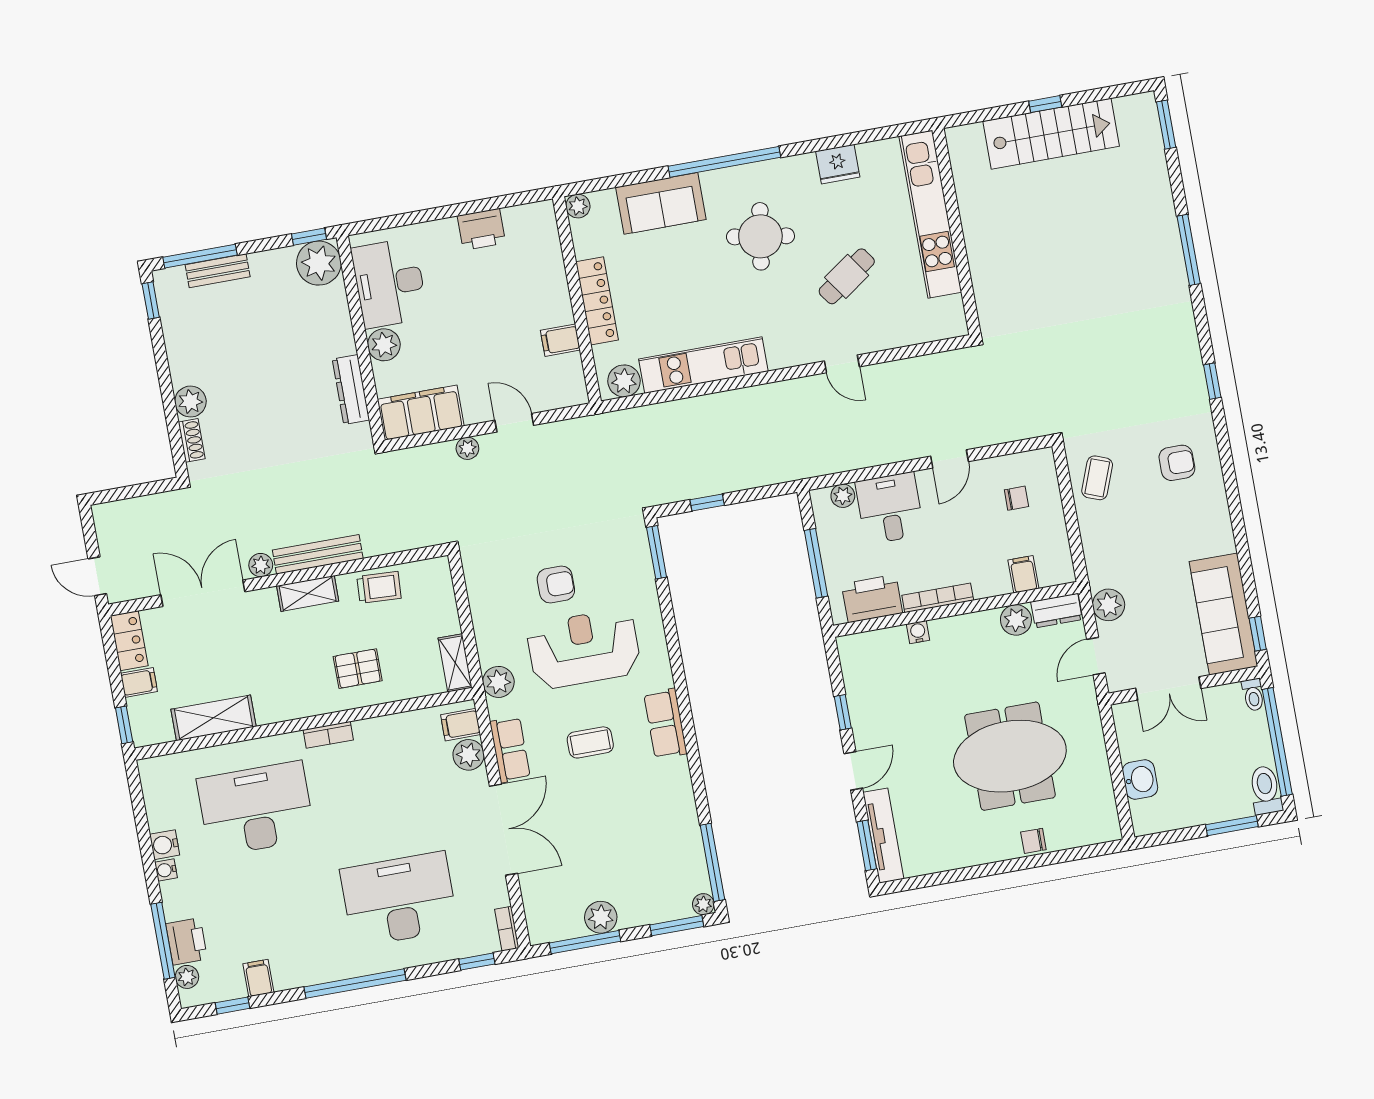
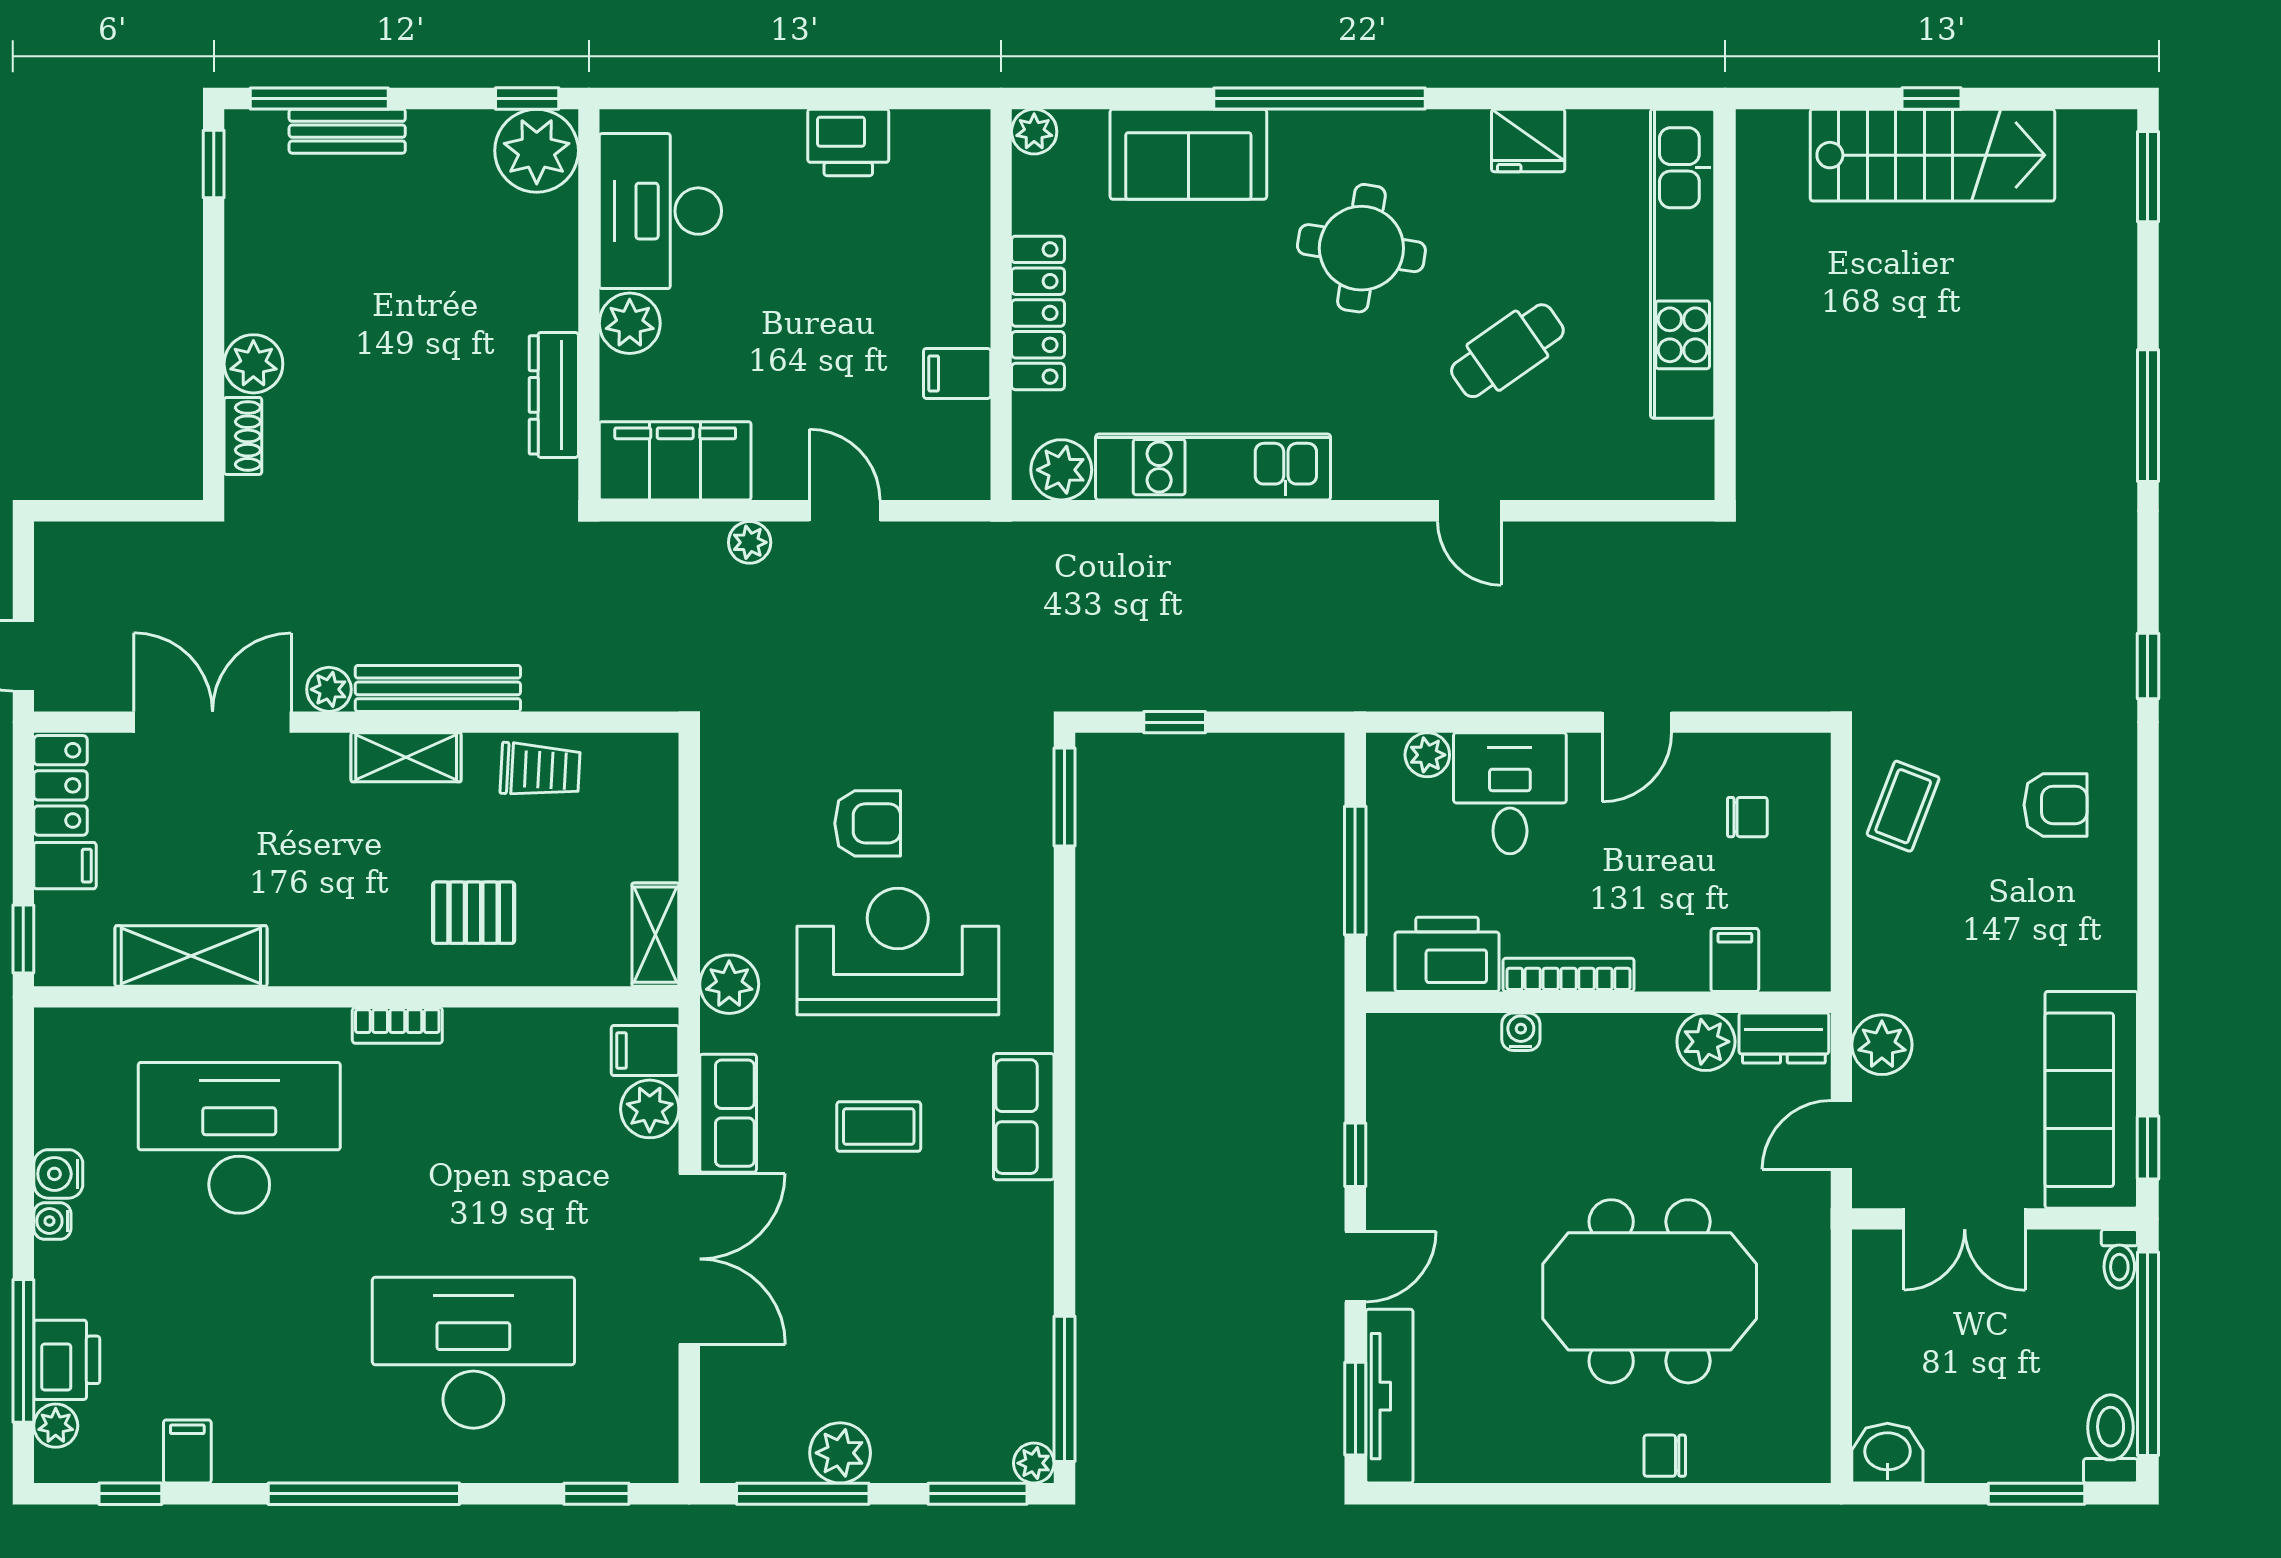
washbasin: (1140, 779) -> (1887, 1453), moved, turned -90
bookcase: (507, 929) -> (663, 1443), removed

